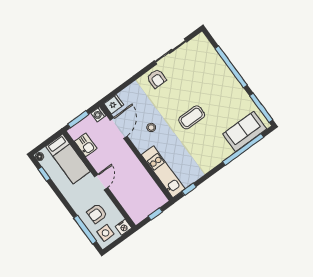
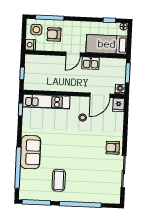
coffee table: (192, 117) -> (59, 180), moved
door: (119, 128) -> (100, 95), hinge flipped
sofa: (245, 131) -> (30, 152), moved
kitchen sink: (86, 145) -> (91, 63), moved
door: (101, 182) -> (73, 54), hinge flipped
armchair: (97, 214) -> (54, 34), turned -90

